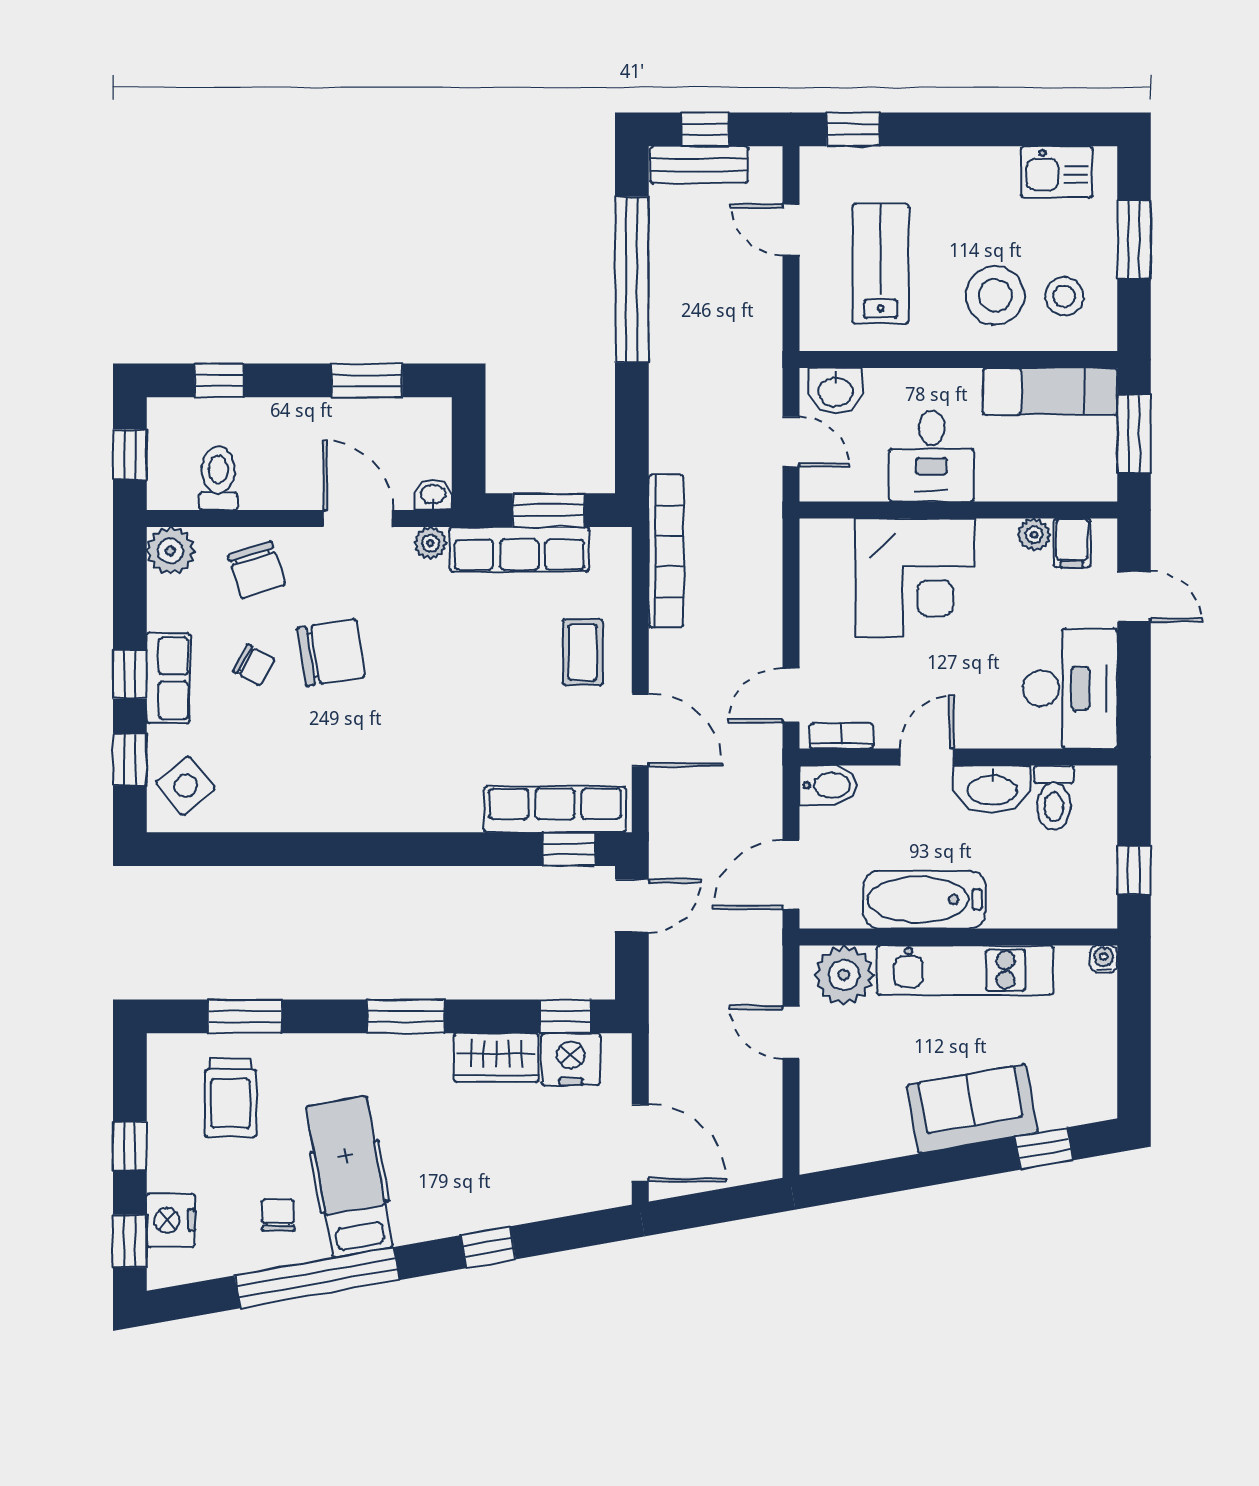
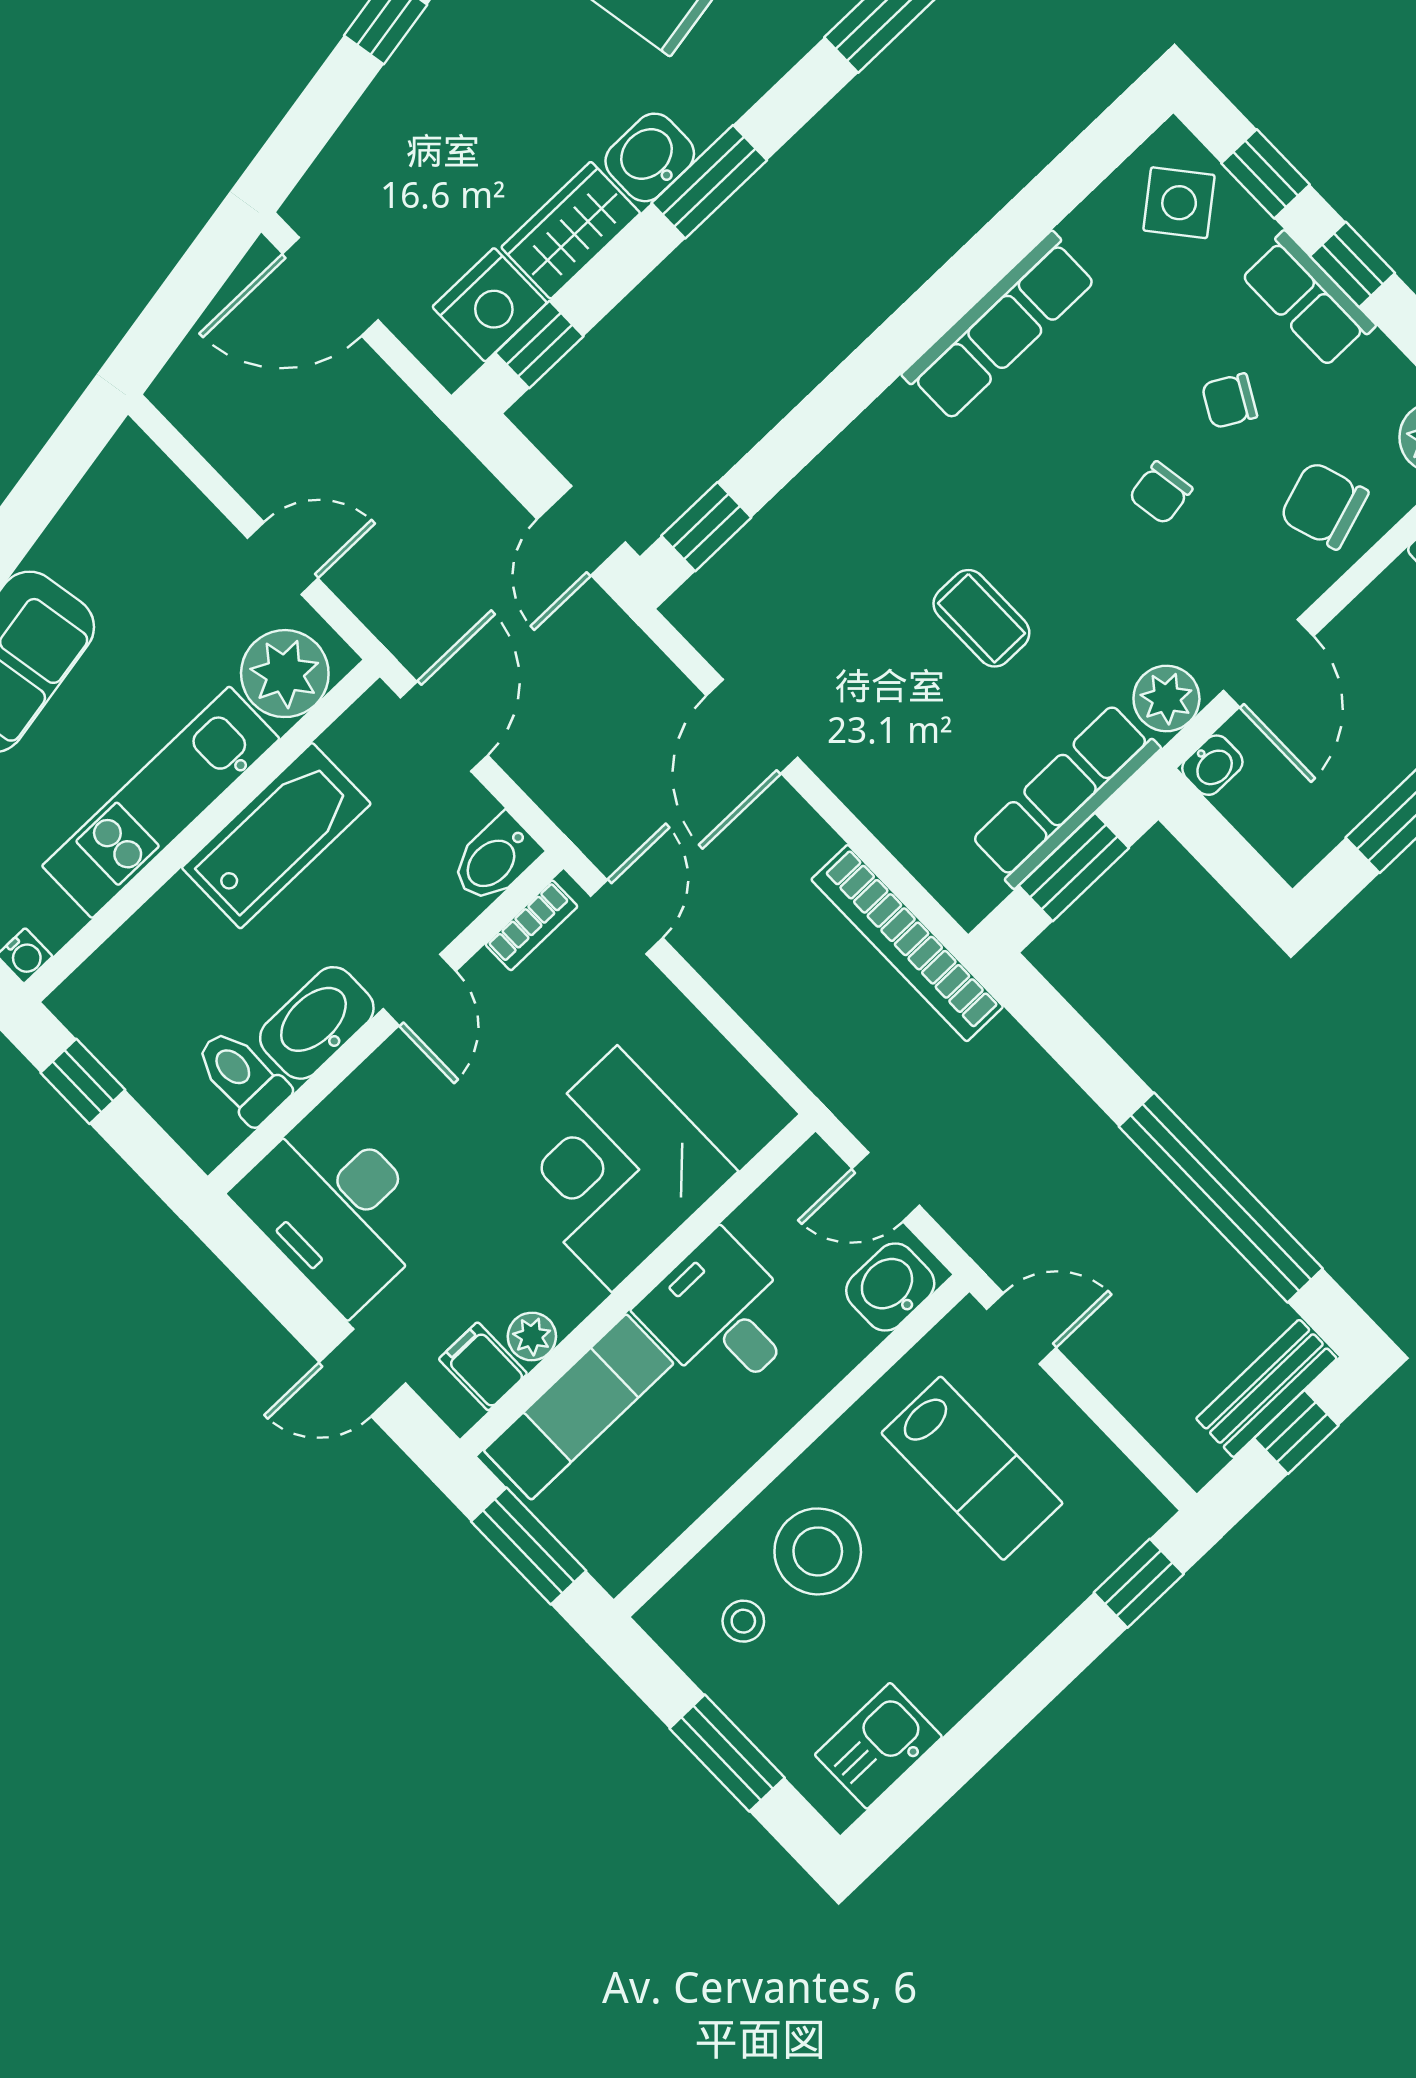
door: (791, 230) -> (1021, 1328), moved
stool: (1064, 296) -> (743, 1621), width x0.73, depth x0.73
exam couch: (1050, 391) -> (579, 1407), moved, turned 180
door: (358, 518) -> (1268, 663), hinge flipped
plant: (430, 543) -> (1166, 698), width x1.38, depth x1.38
chair: (331, 652) -> (1161, 493), width x0.54, depth x0.54
coffee table: (583, 652) -> (981, 618), moved
door: (640, 730) -> (752, 727), hinge flipped
row of seats: (555, 809) -> (1000, 327), moved
washbasin: (423, 1056) -> (650, 157), added

